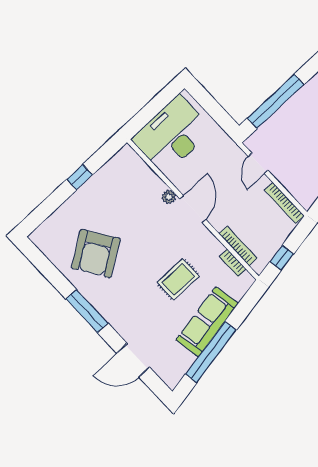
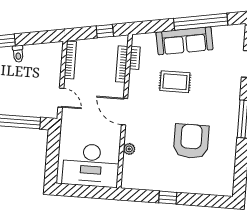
door: (258, 163) -> (61, 98), hinge flipped
plant: (169, 197) -> (129, 149), moved
door: (193, 209) -> (125, 112), hinge flipped
armchair: (96, 253) -> (191, 141), moved, turned -57

